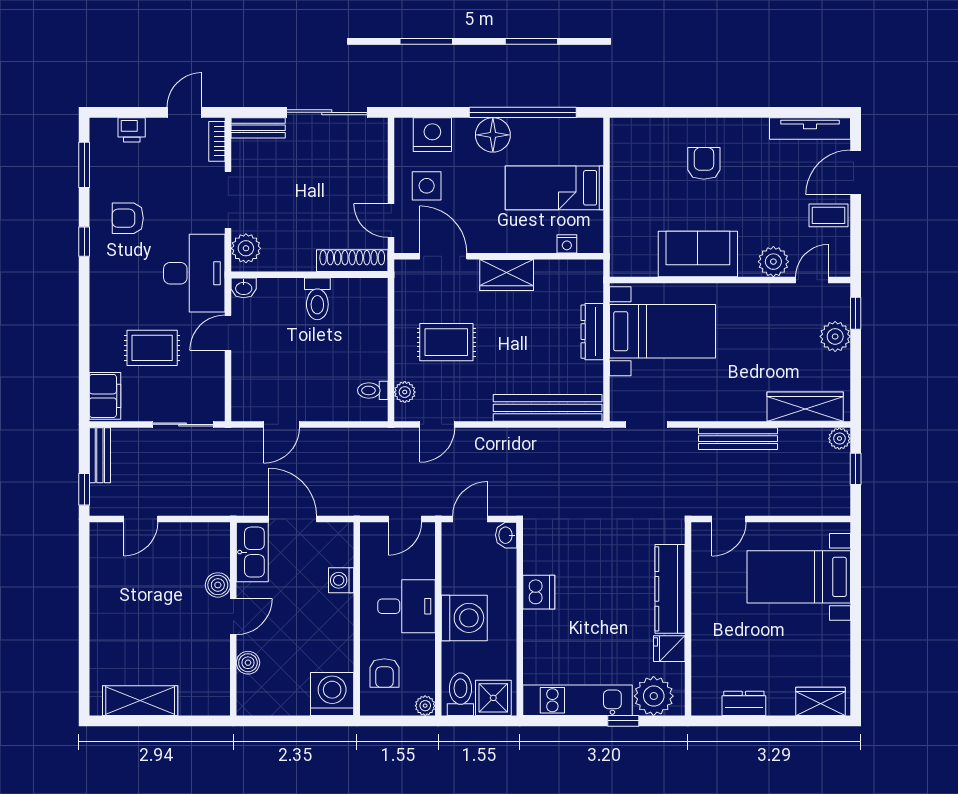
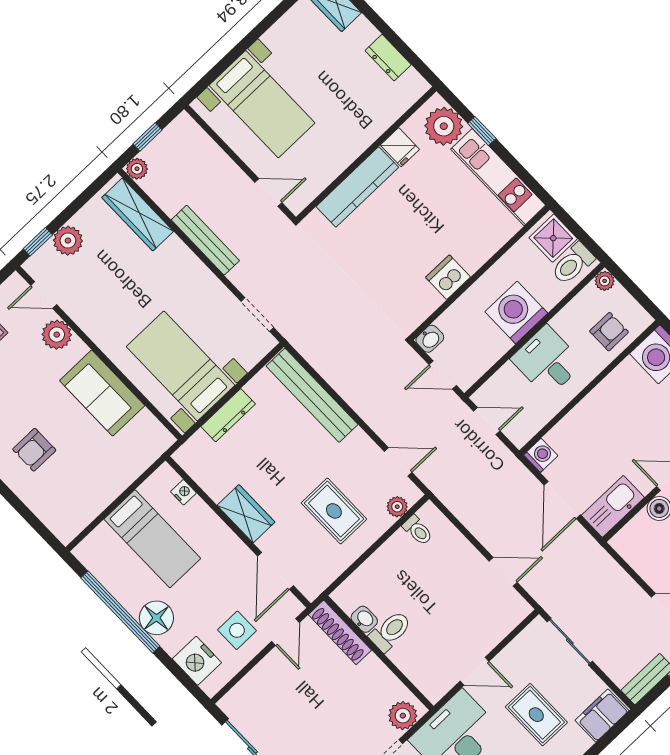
washbasin: (244, 288) -> (364, 619), moved
washing machine: (341, 580) -> (541, 455), moved, turned -90

